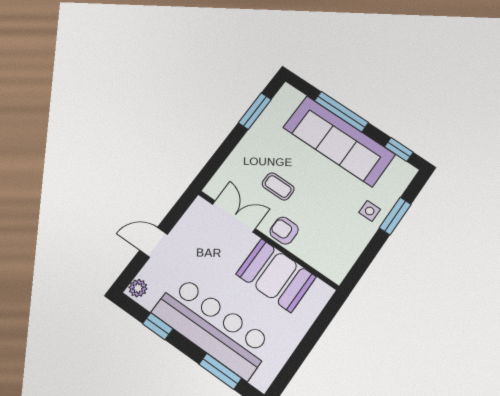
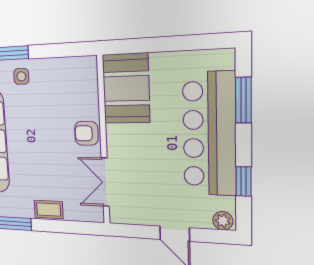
coffee table: (278, 186) -> (49, 209), moved, turned 90
armchair: (284, 231) -> (86, 133), turned 90
booth: (276, 275) -> (126, 89), moved

